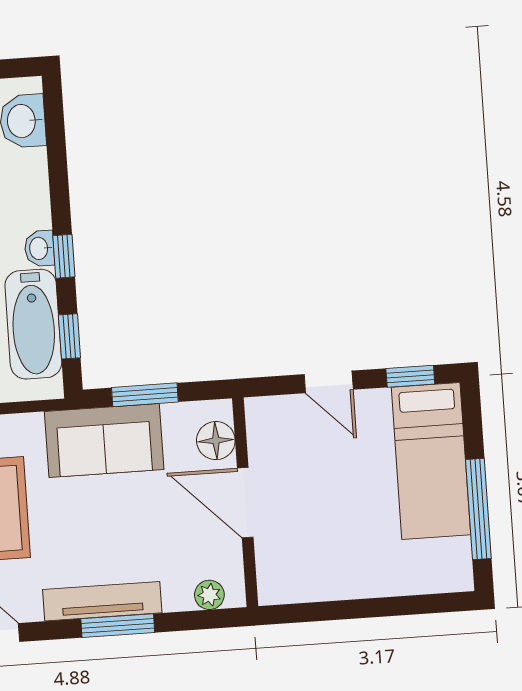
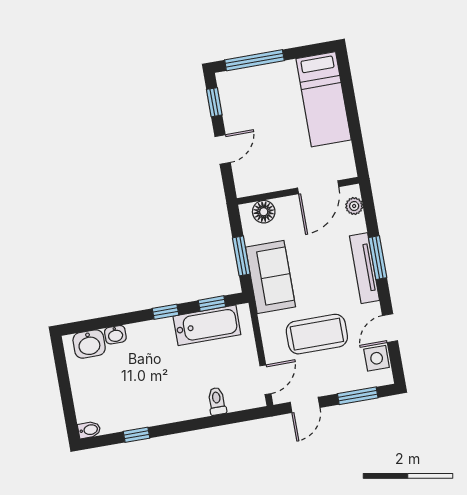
washbasin: (39, 248) -> (115, 335), moved
bed: (431, 461) -> (324, 99), moved, turned 90
door: (245, 503) -> (318, 187), moved
window: (478, 509) -> (254, 60), moved

